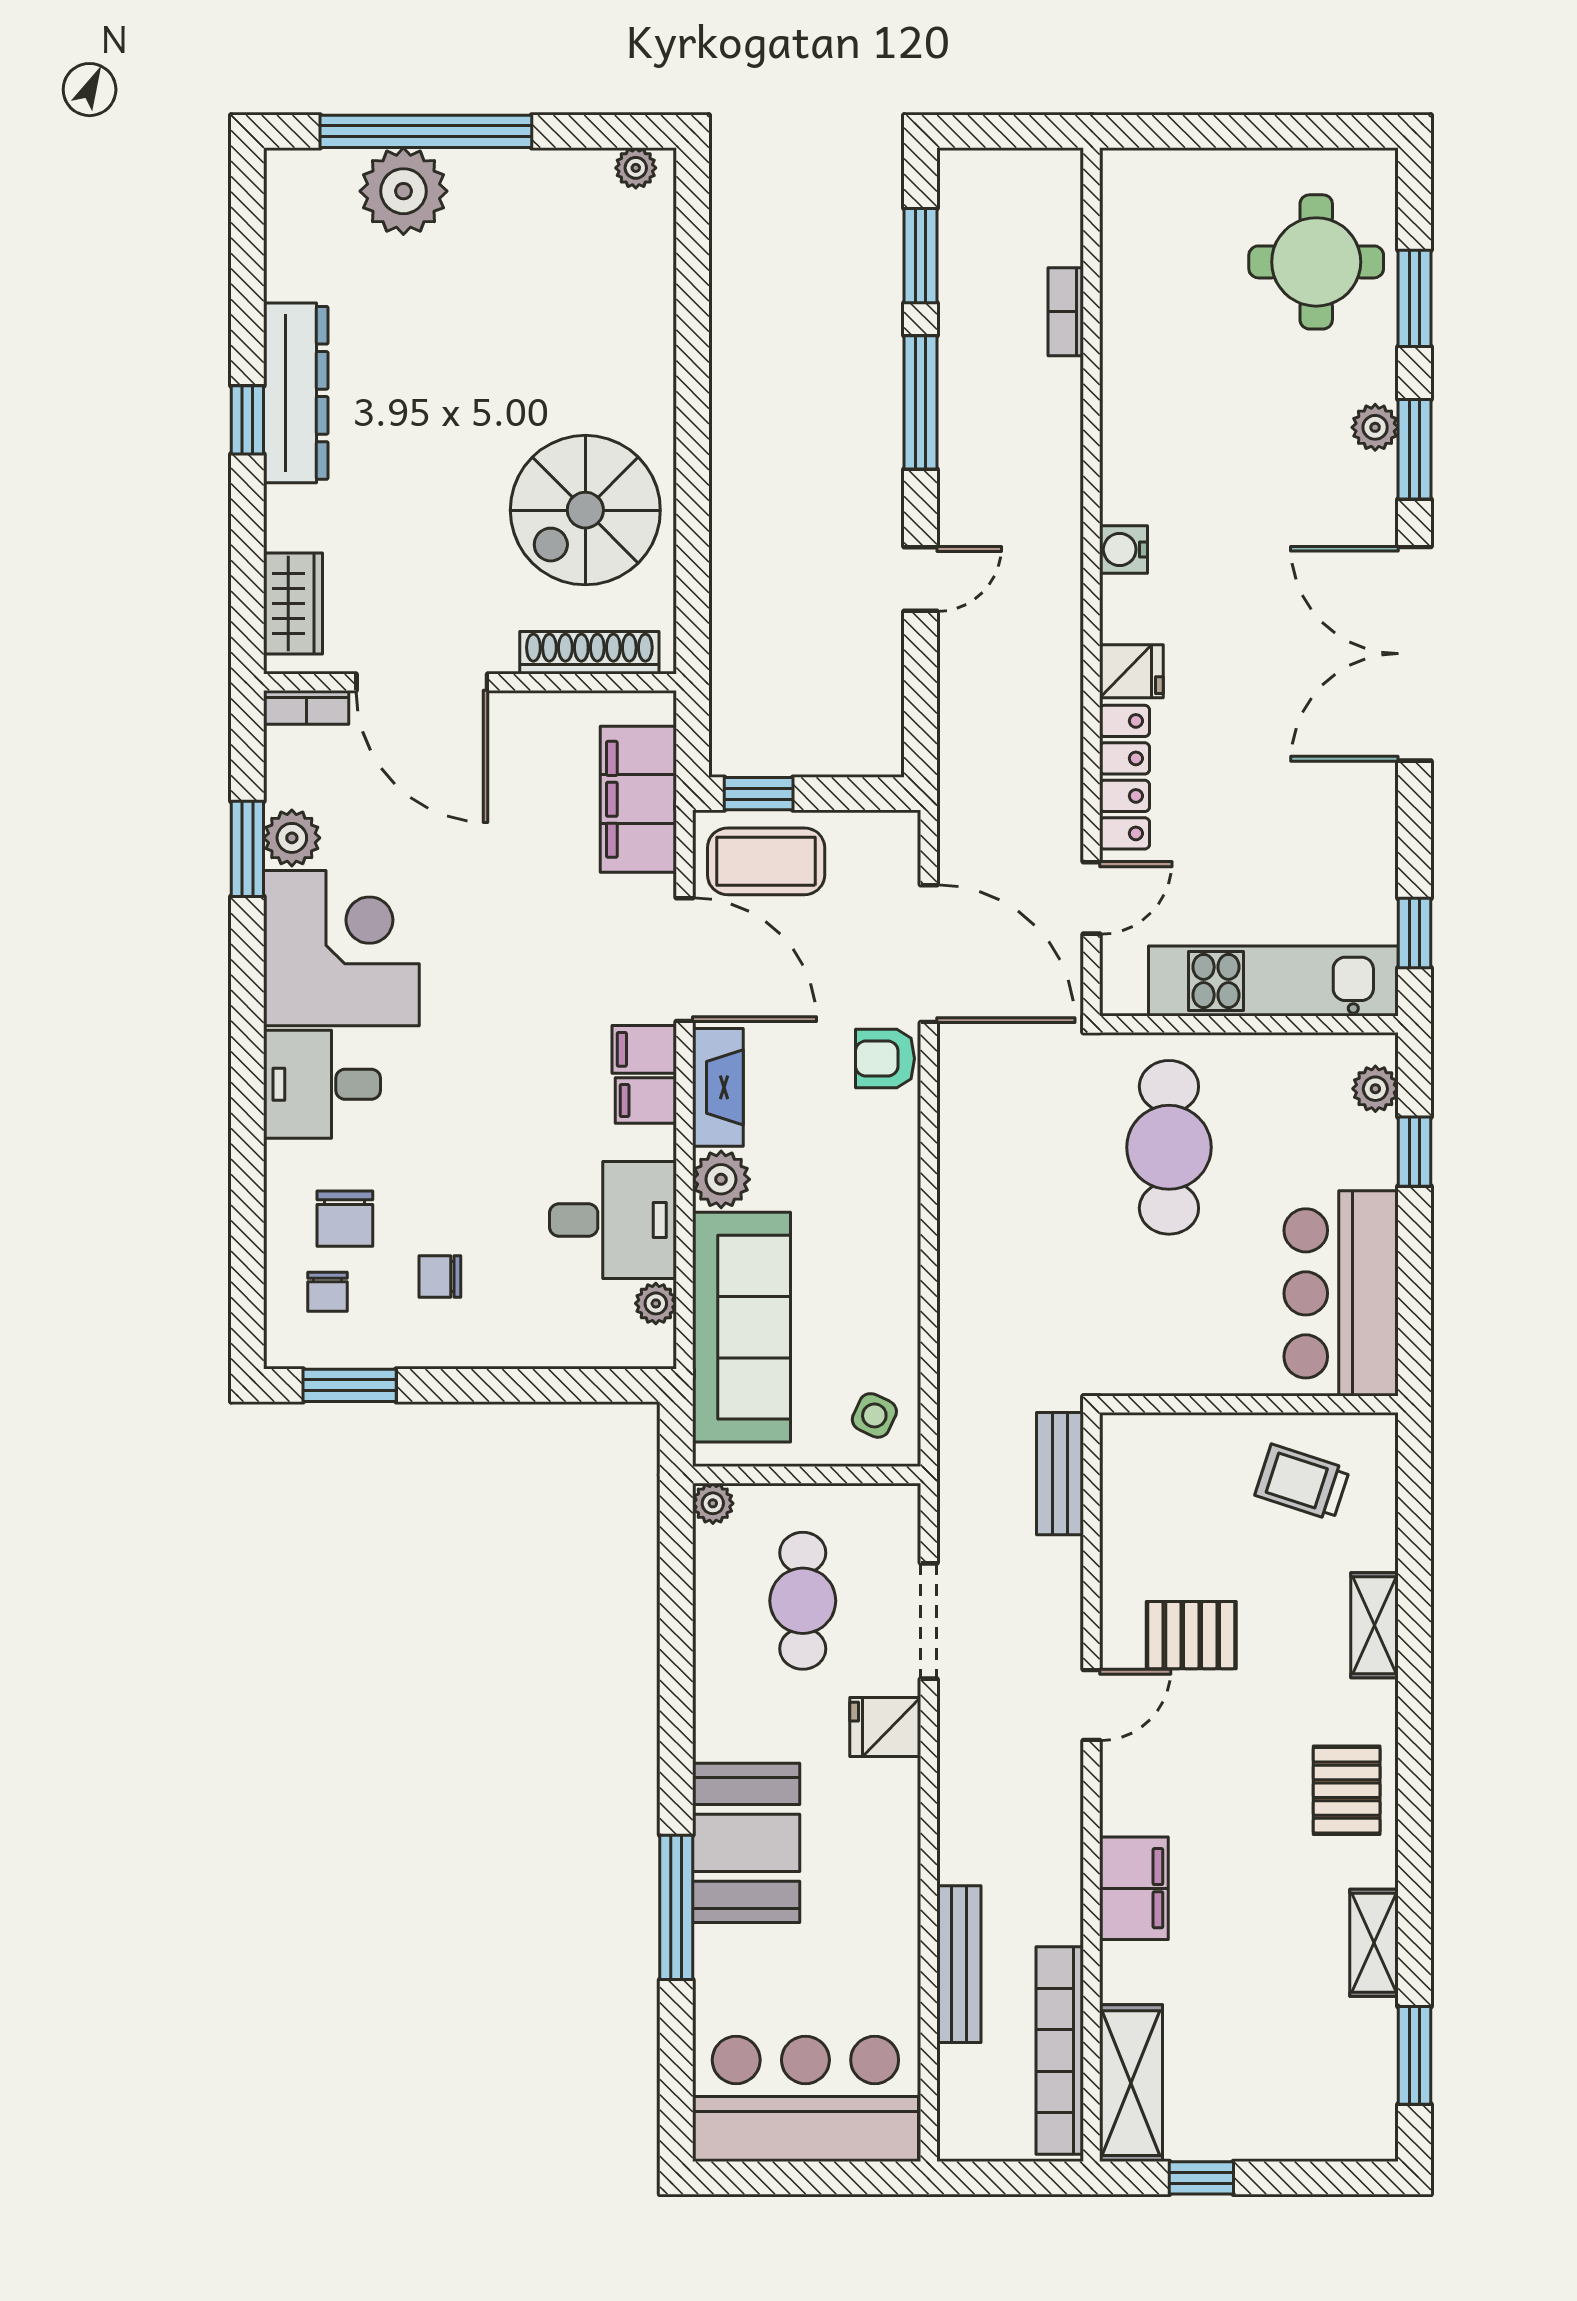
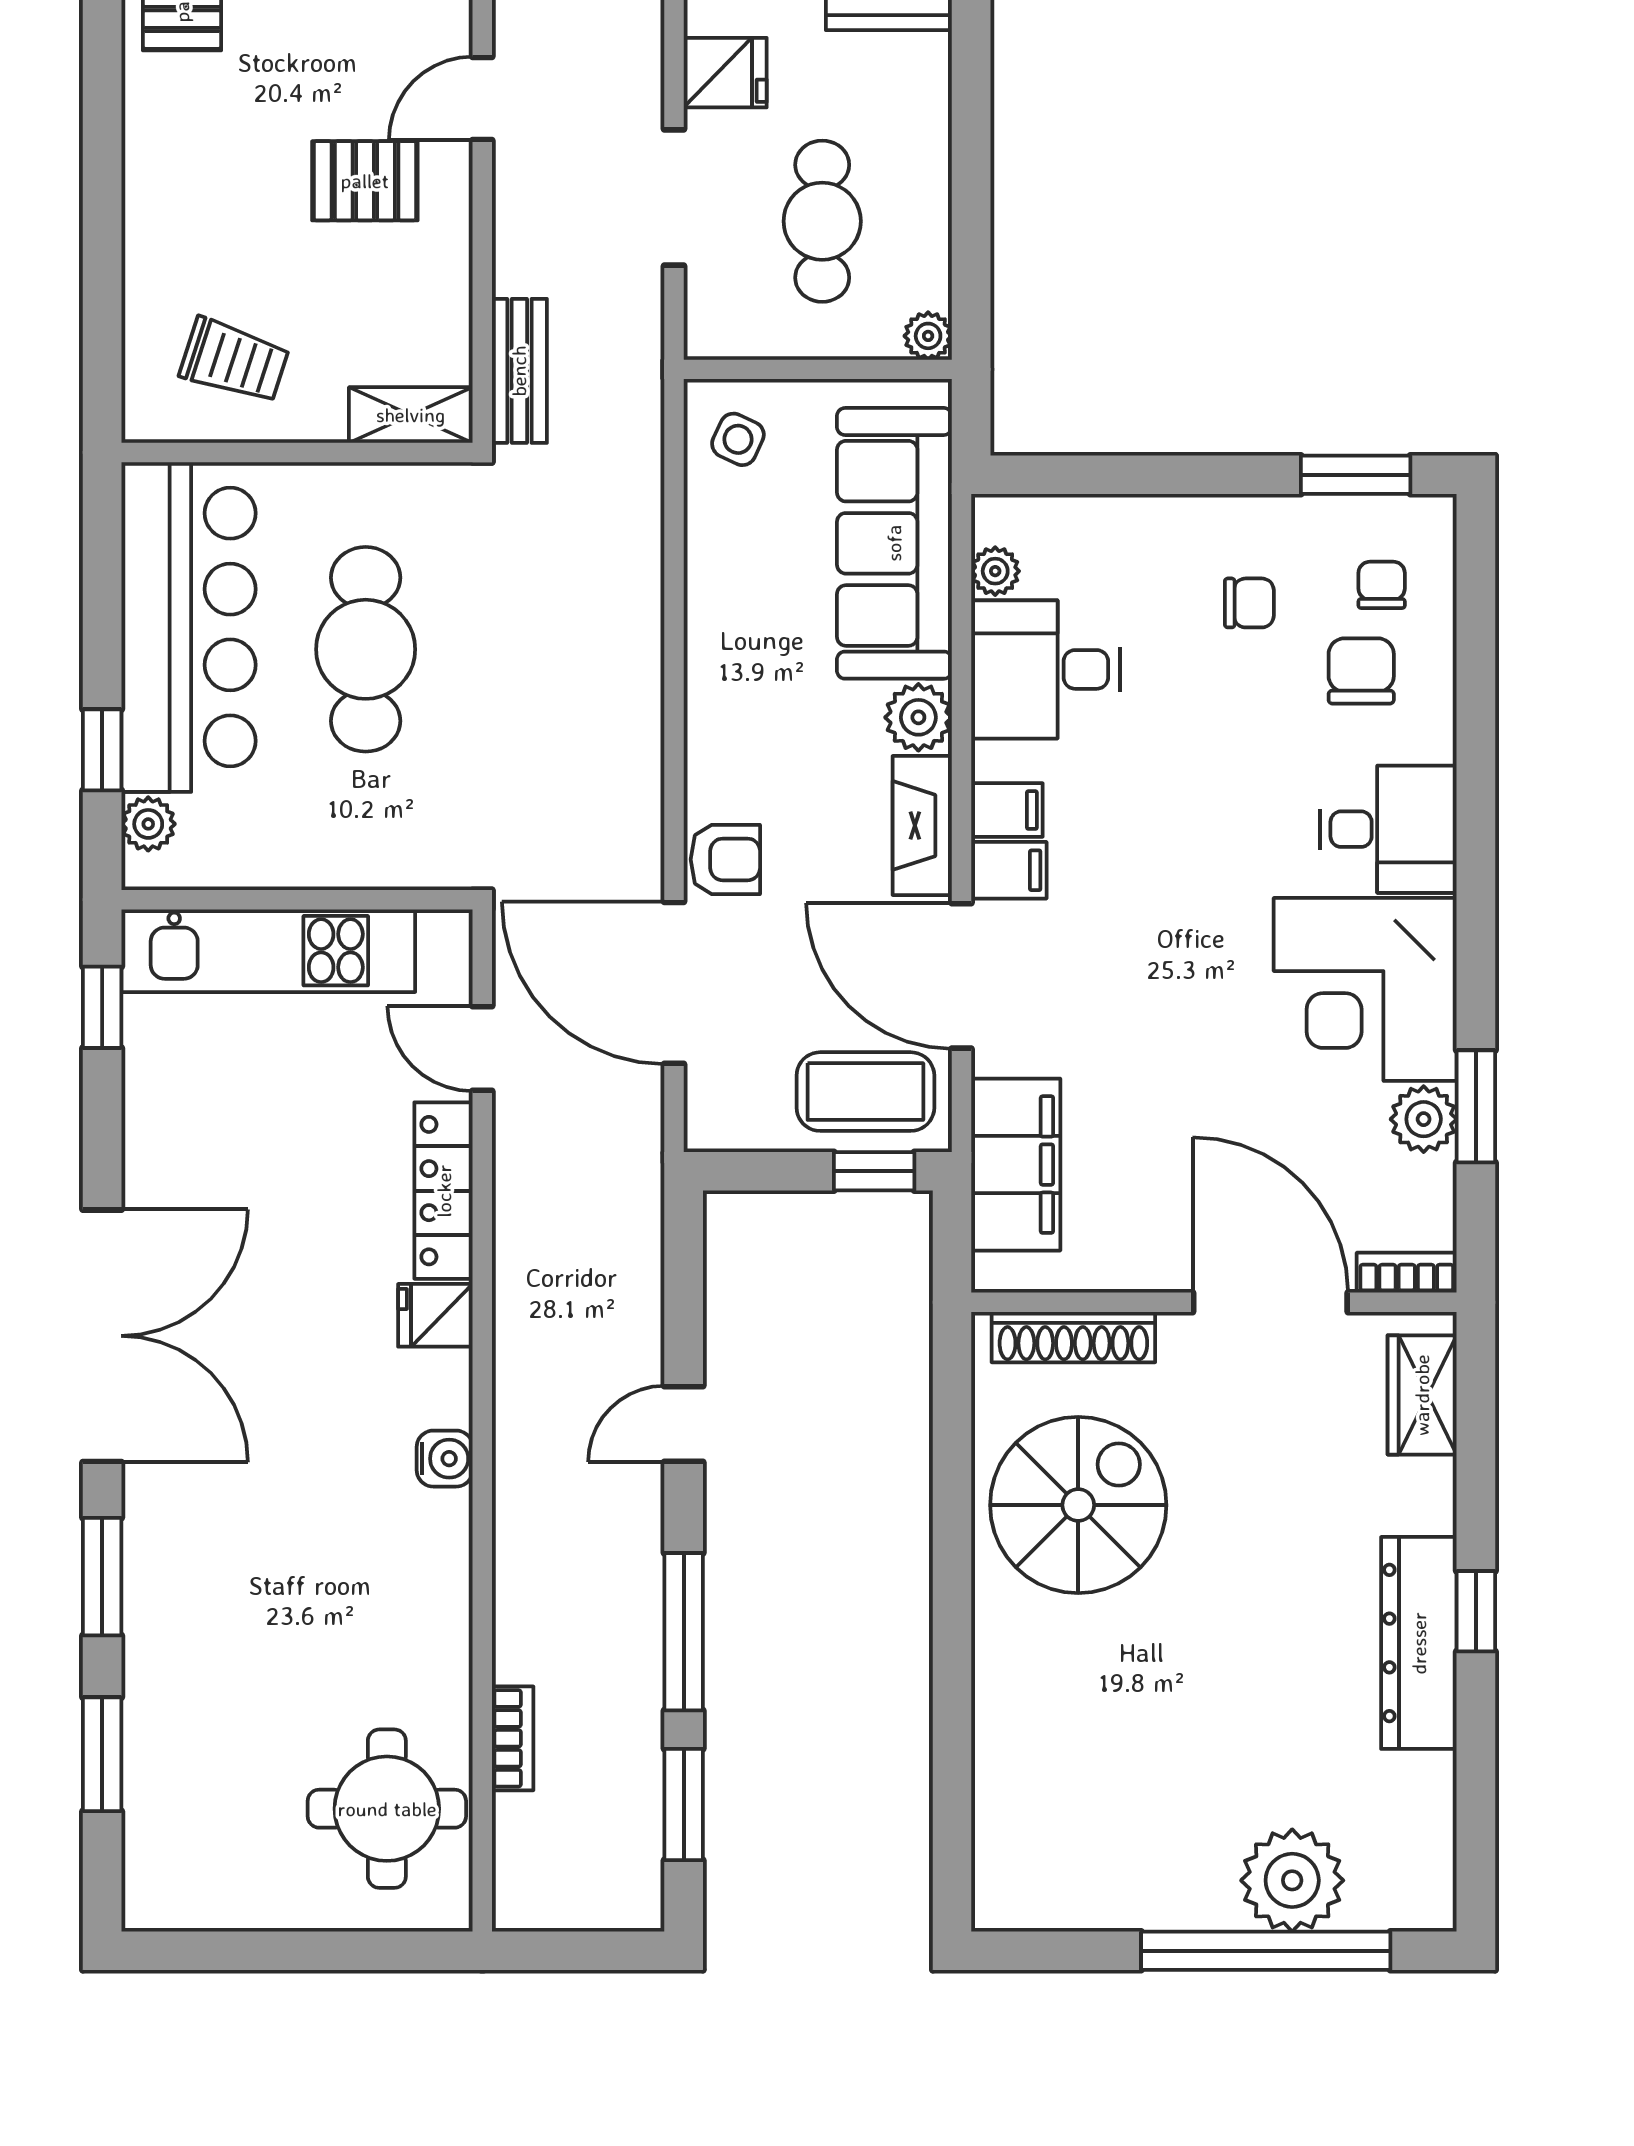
plant: (636, 168) -> (1019, 1908), removed
round table: (1316, 262) -> (387, 1809), moved
plant: (1375, 427) -> (149, 1602), removed
door: (1092, 898) -> (482, 1048), hinge flipped
cafe table: (1169, 1147) -> (366, 649), moved
bar counter: (1341, 1293) -> (189, 627), width x1.36
shelving: (1375, 1625) -> (411, 415), moved, turned 90

